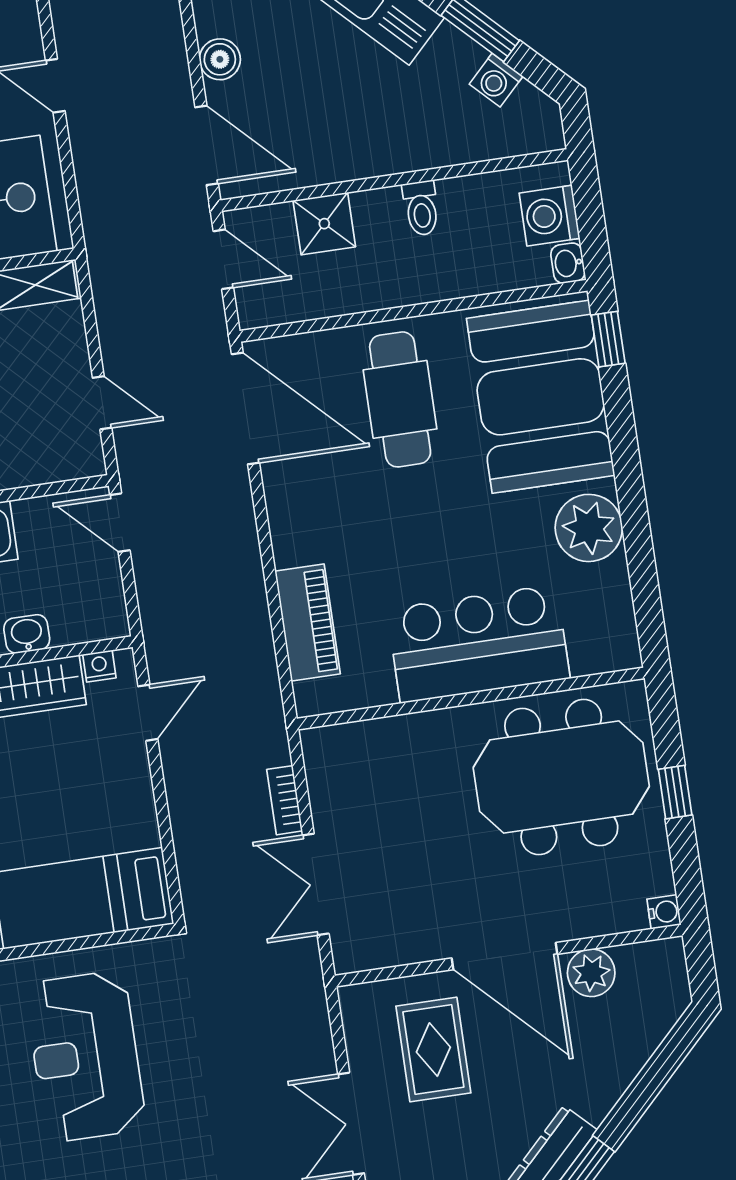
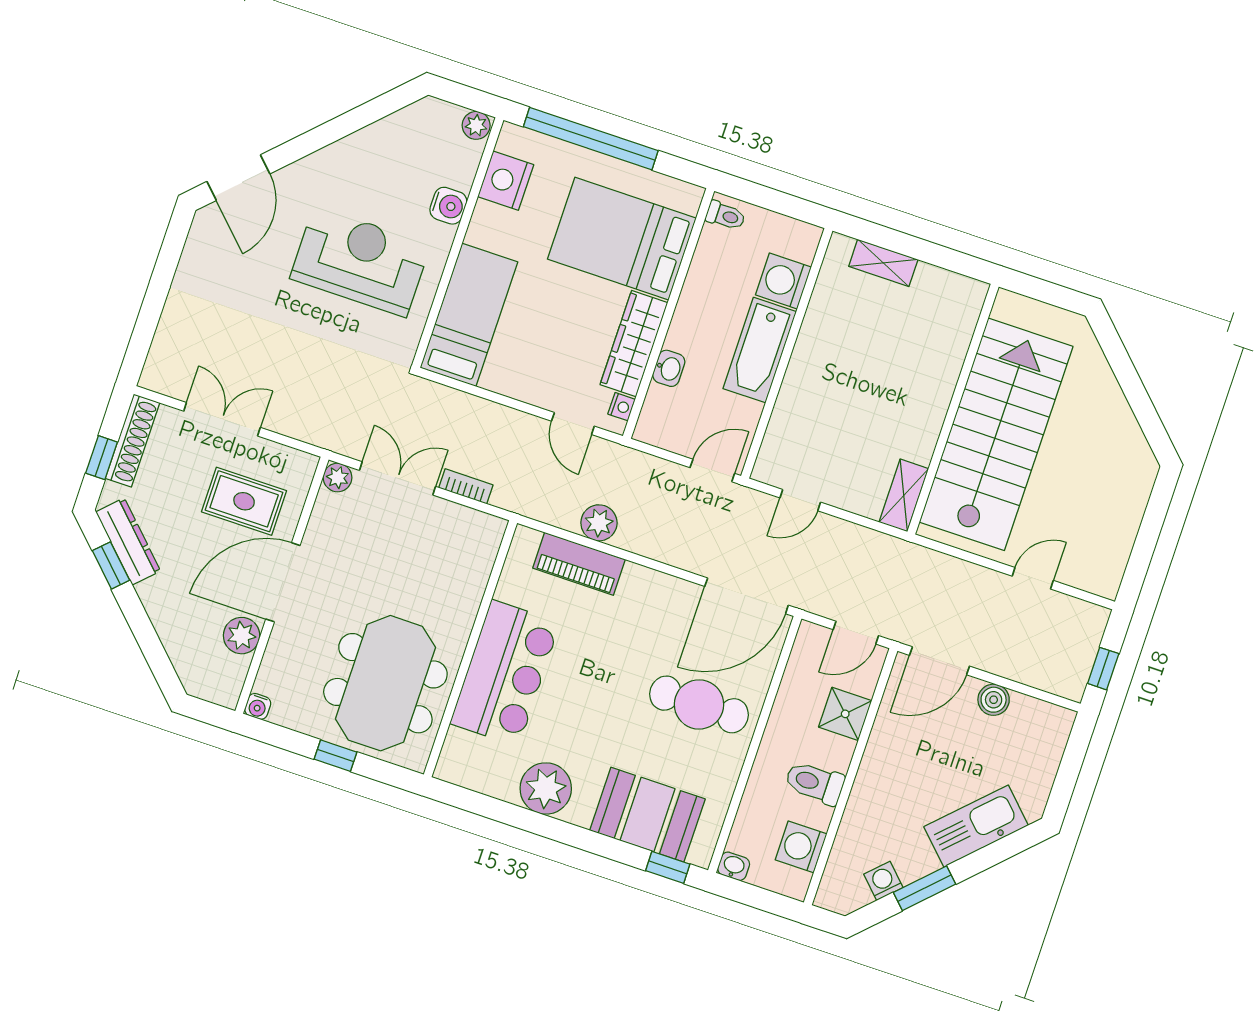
toilet: (421, 208) -> (815, 783), width x1.37, depth x1.39
washing machine: (550, 216) -> (801, 847), moved, turned -90
booth: (541, 397) -> (647, 815), width x0.73, depth x0.70
plant: (248, 624) -> (599, 523), added
plant: (350, 955) -> (338, 478), added

